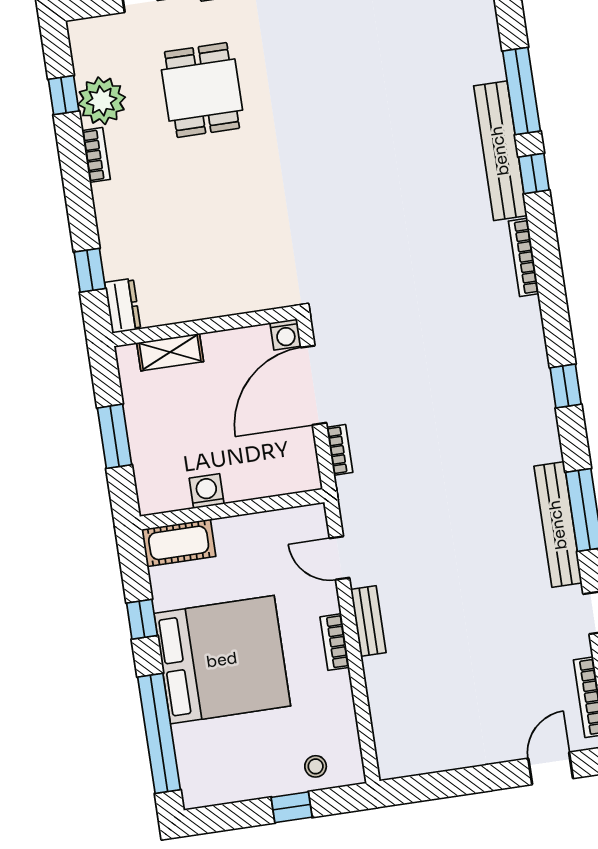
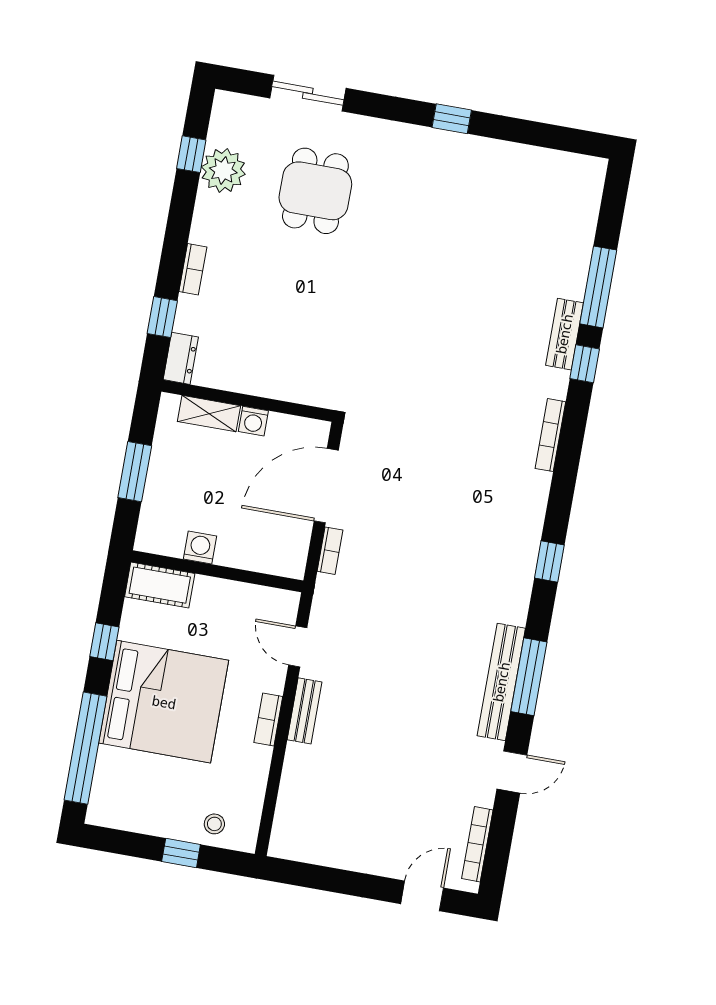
bench: (500, 151) -> (564, 334), width x0.54, depth x0.82
bookcase: (96, 155) -> (193, 269), moved
washing machine: (286, 334) -> (253, 421), moved

